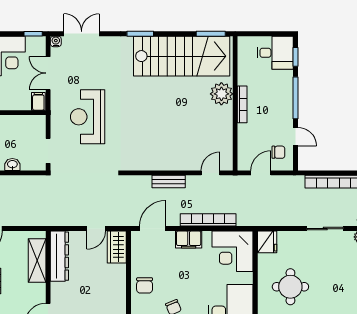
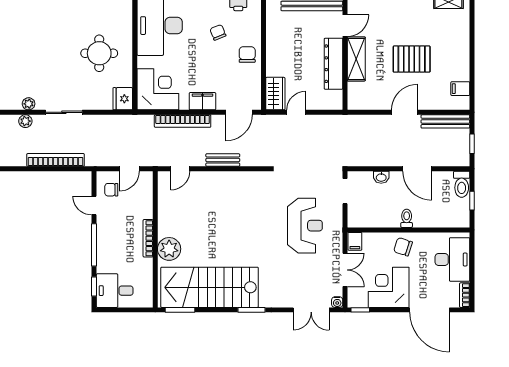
dresser: (59, 256) -> (333, 64), moved
shelving: (37, 260) -> (356, 59), moved

